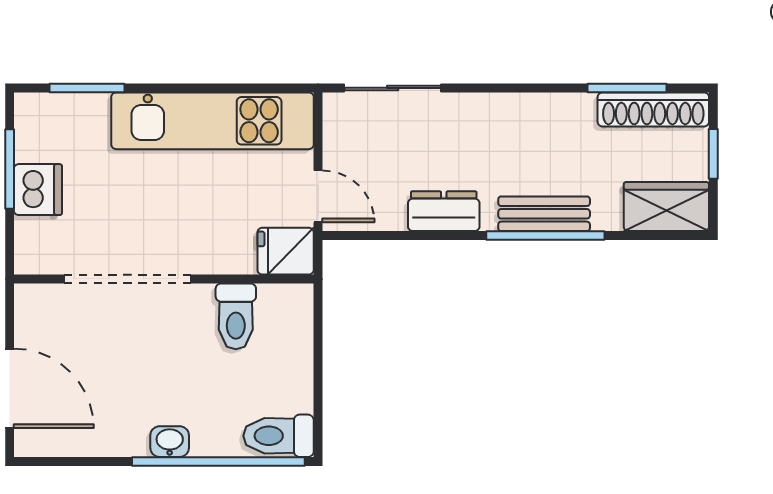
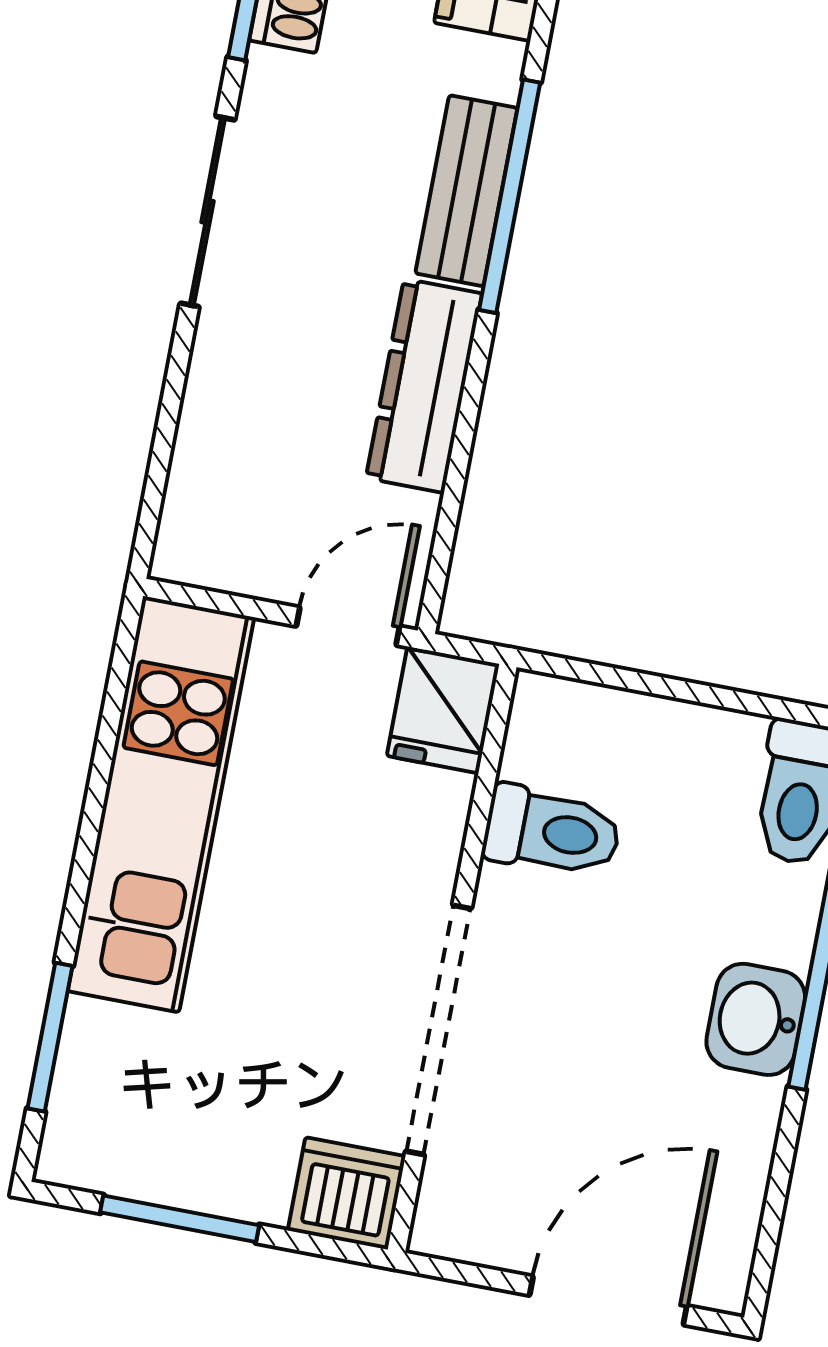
sliding door: (393, 88) -> (207, 212), moved
dishwasher: (38, 190) -> (347, 1193), moved
dresser: (444, 211) -> (424, 386), width x1.44
washbasin: (170, 442) -> (756, 1019), width x1.38, depth x1.45

